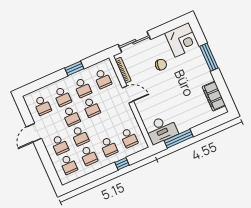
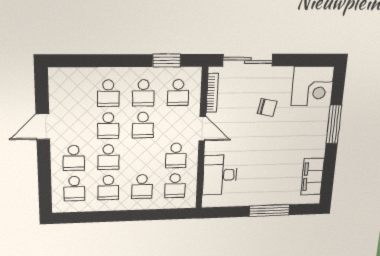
window: (74, 68) -> (167, 60), moved
school desk: (42, 105) -> (176, 156), moved
desk: (161, 129) -> (220, 175), moved, turned 90
window: (179, 139) -> (269, 211), moved
window: (122, 164) -> (149, 215), removed

